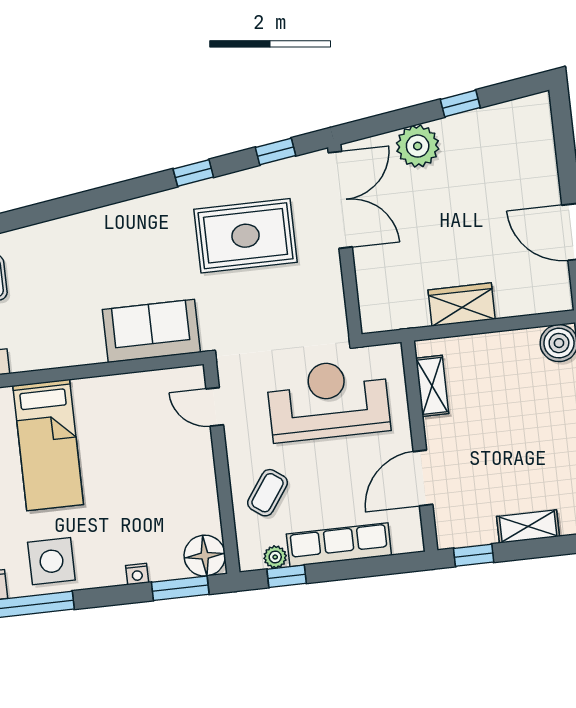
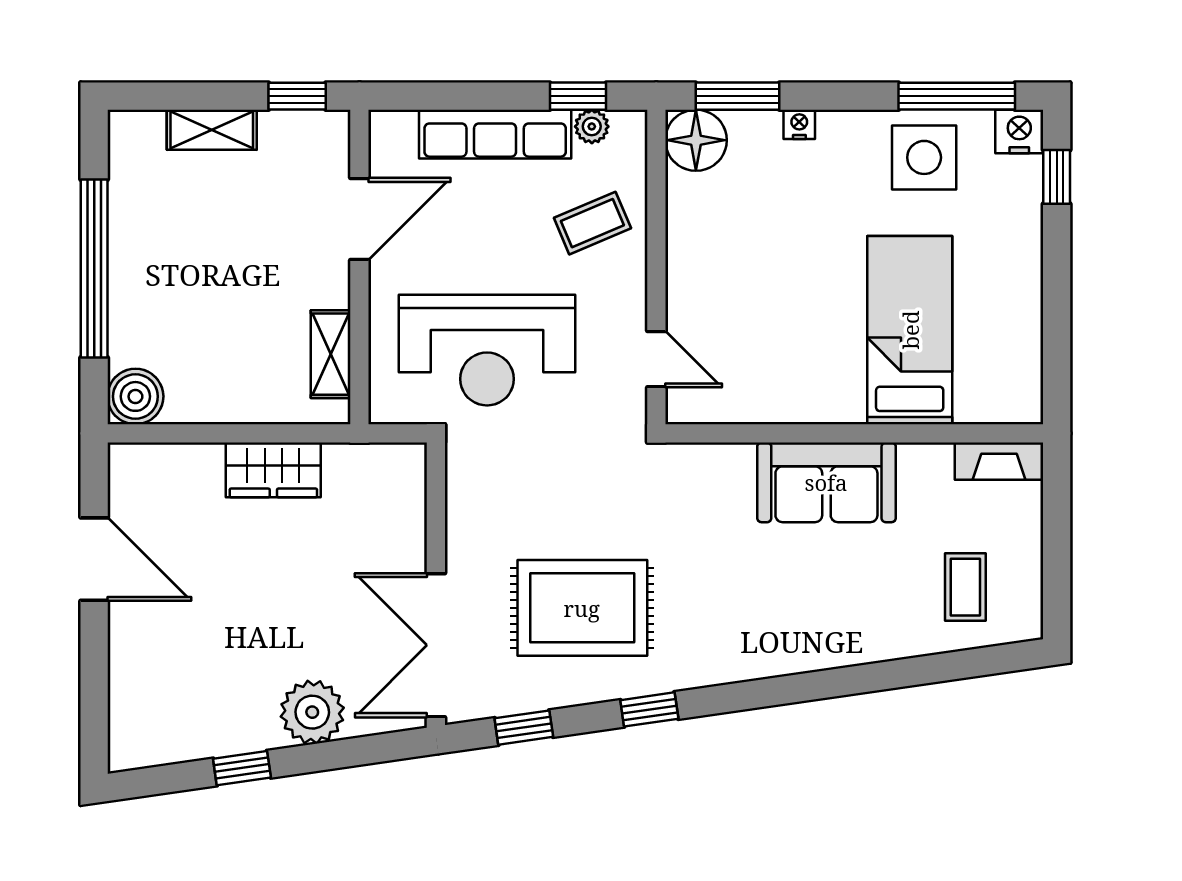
sofa: (151, 331) -> (826, 482), moved
coffee table: (268, 493) -> (592, 223), turned 32

